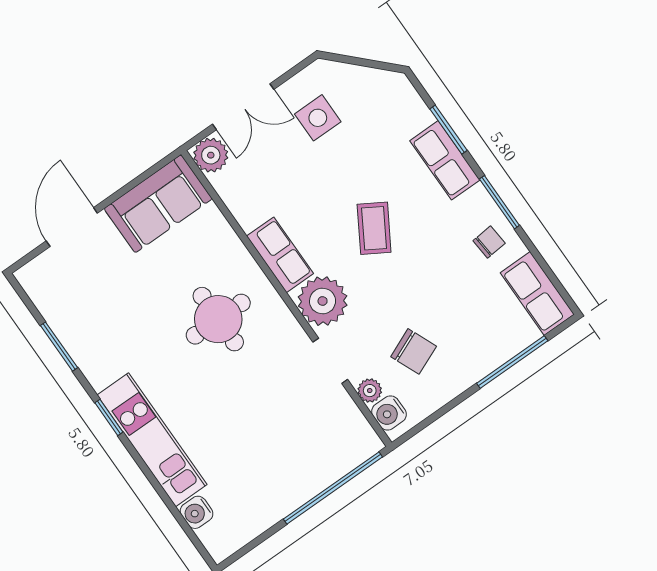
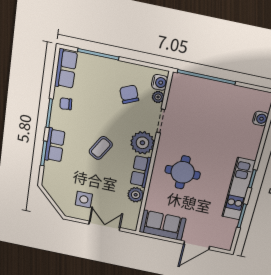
plant: (211, 155) -> (136, 195), moved
kitchen unit: (152, 440) -> (238, 189), moved

